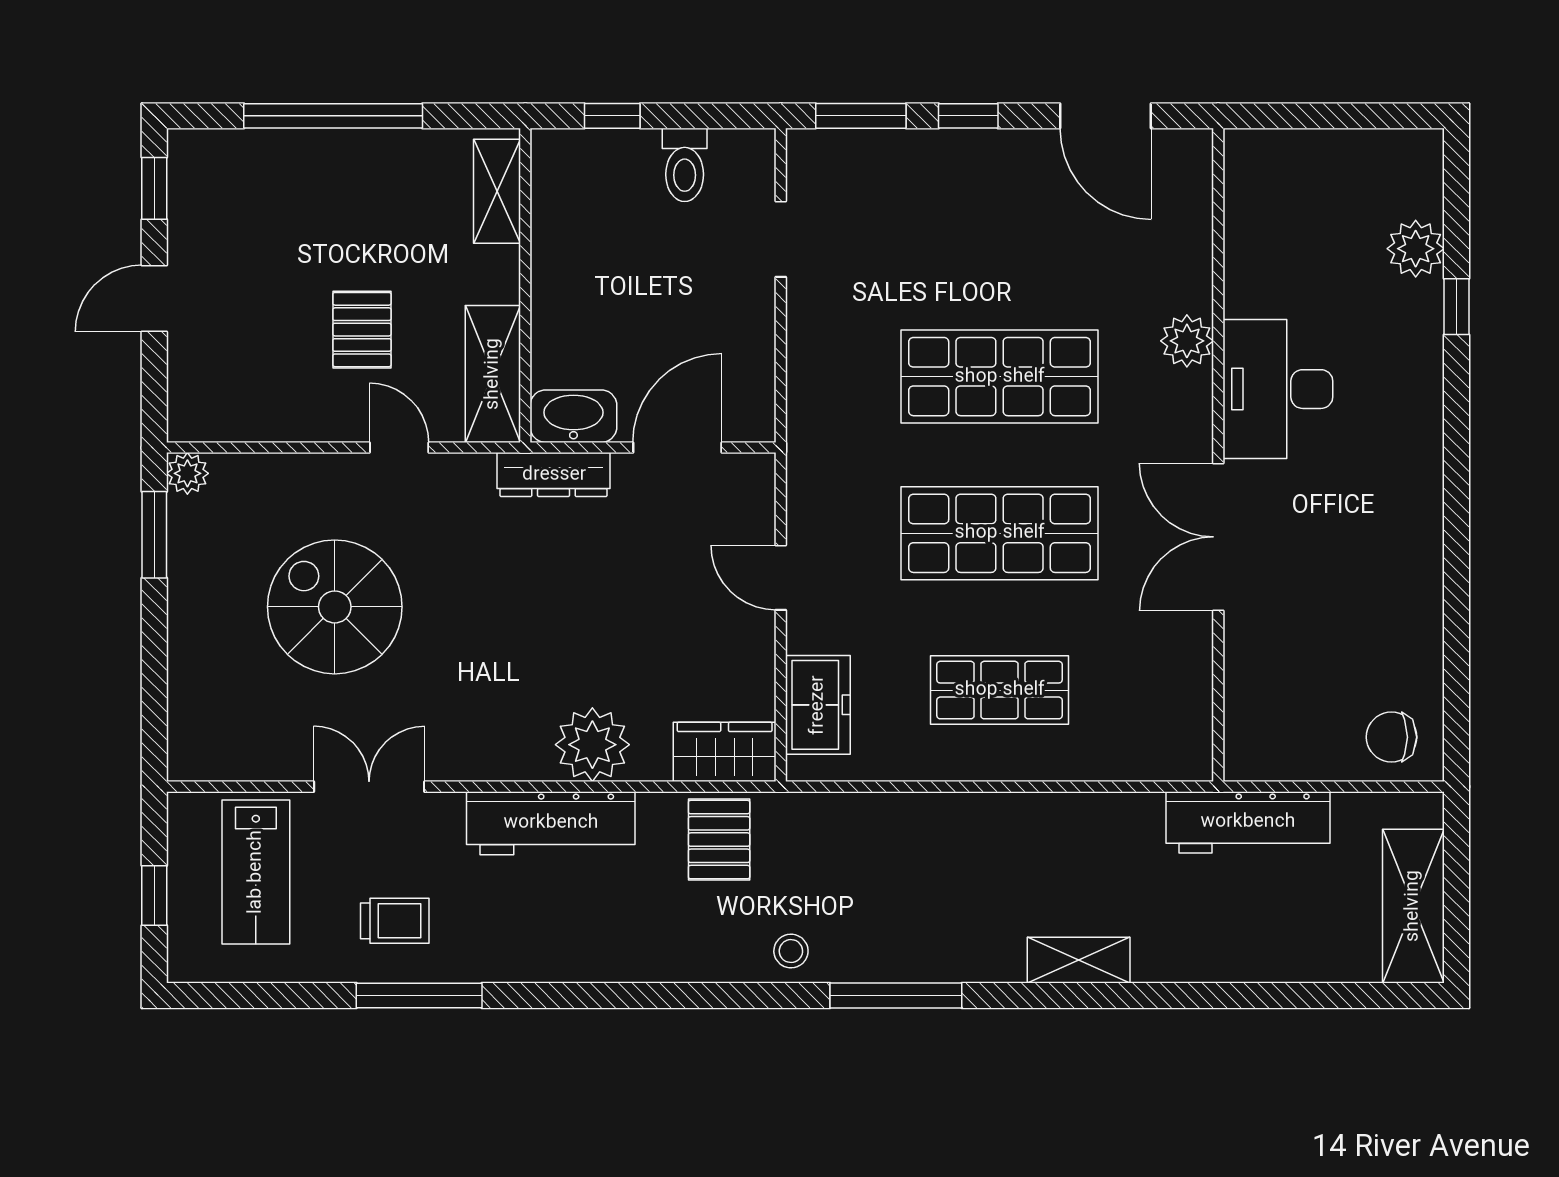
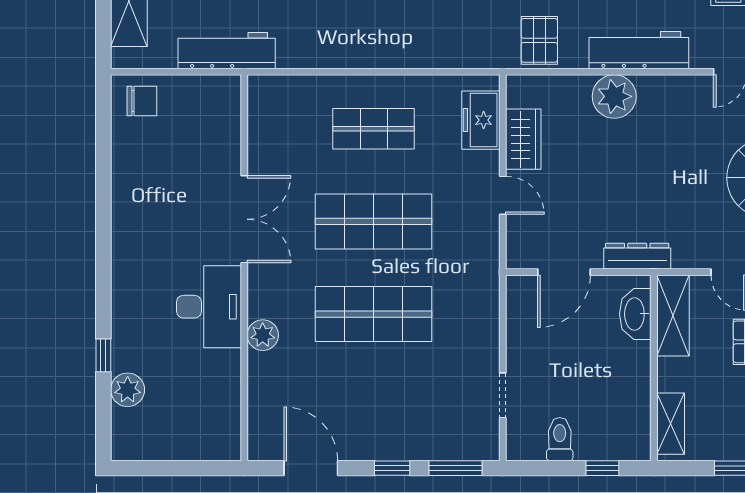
washbasin: (573, 416) -> (635, 314), moved, turned 90
wardrobe: (725, 752) -> (523, 139), moved, turned -90

